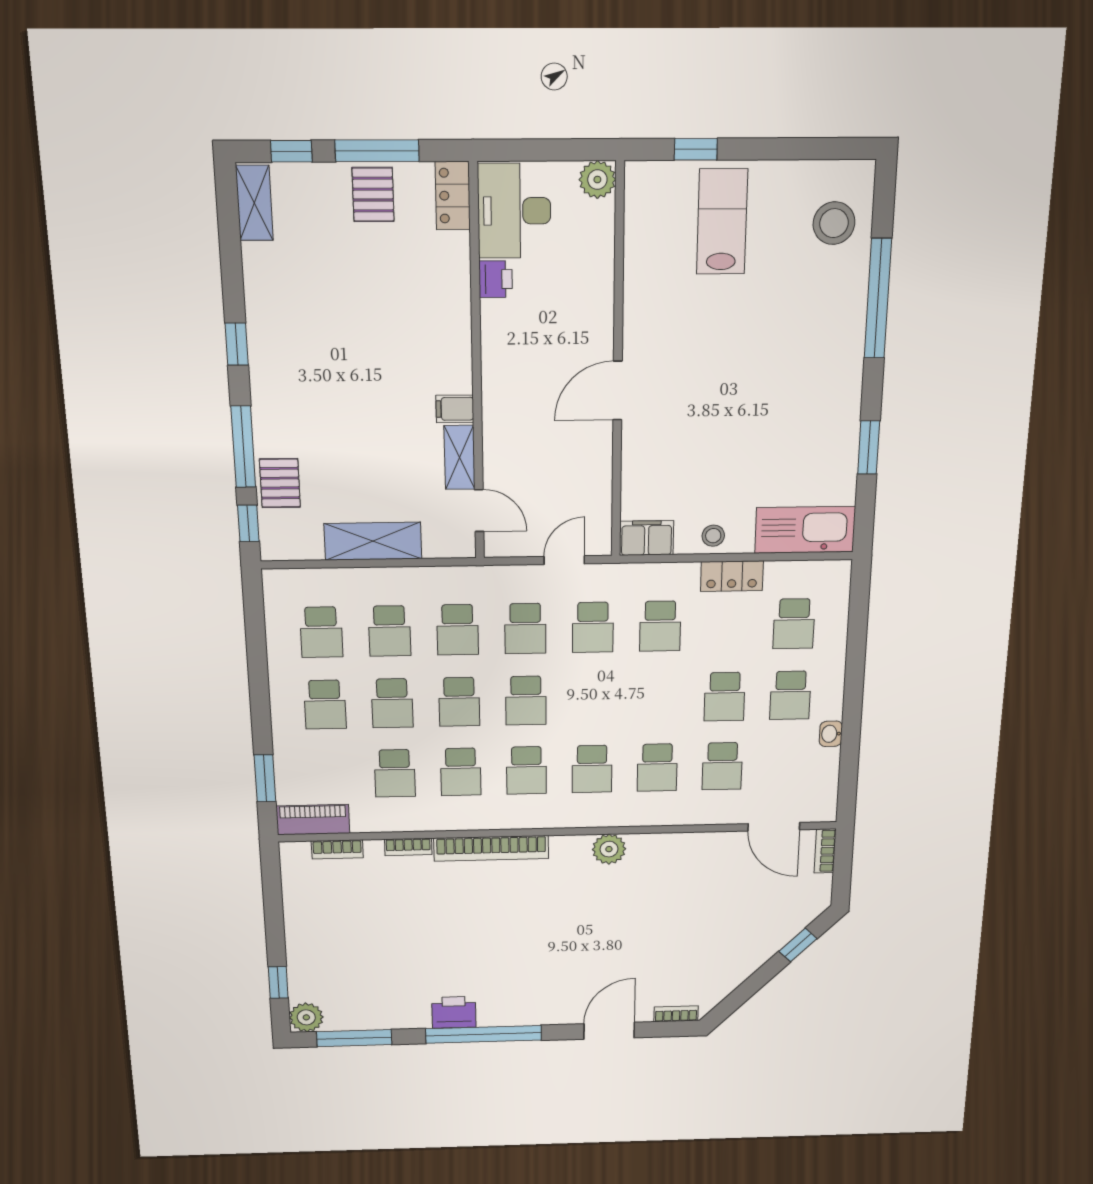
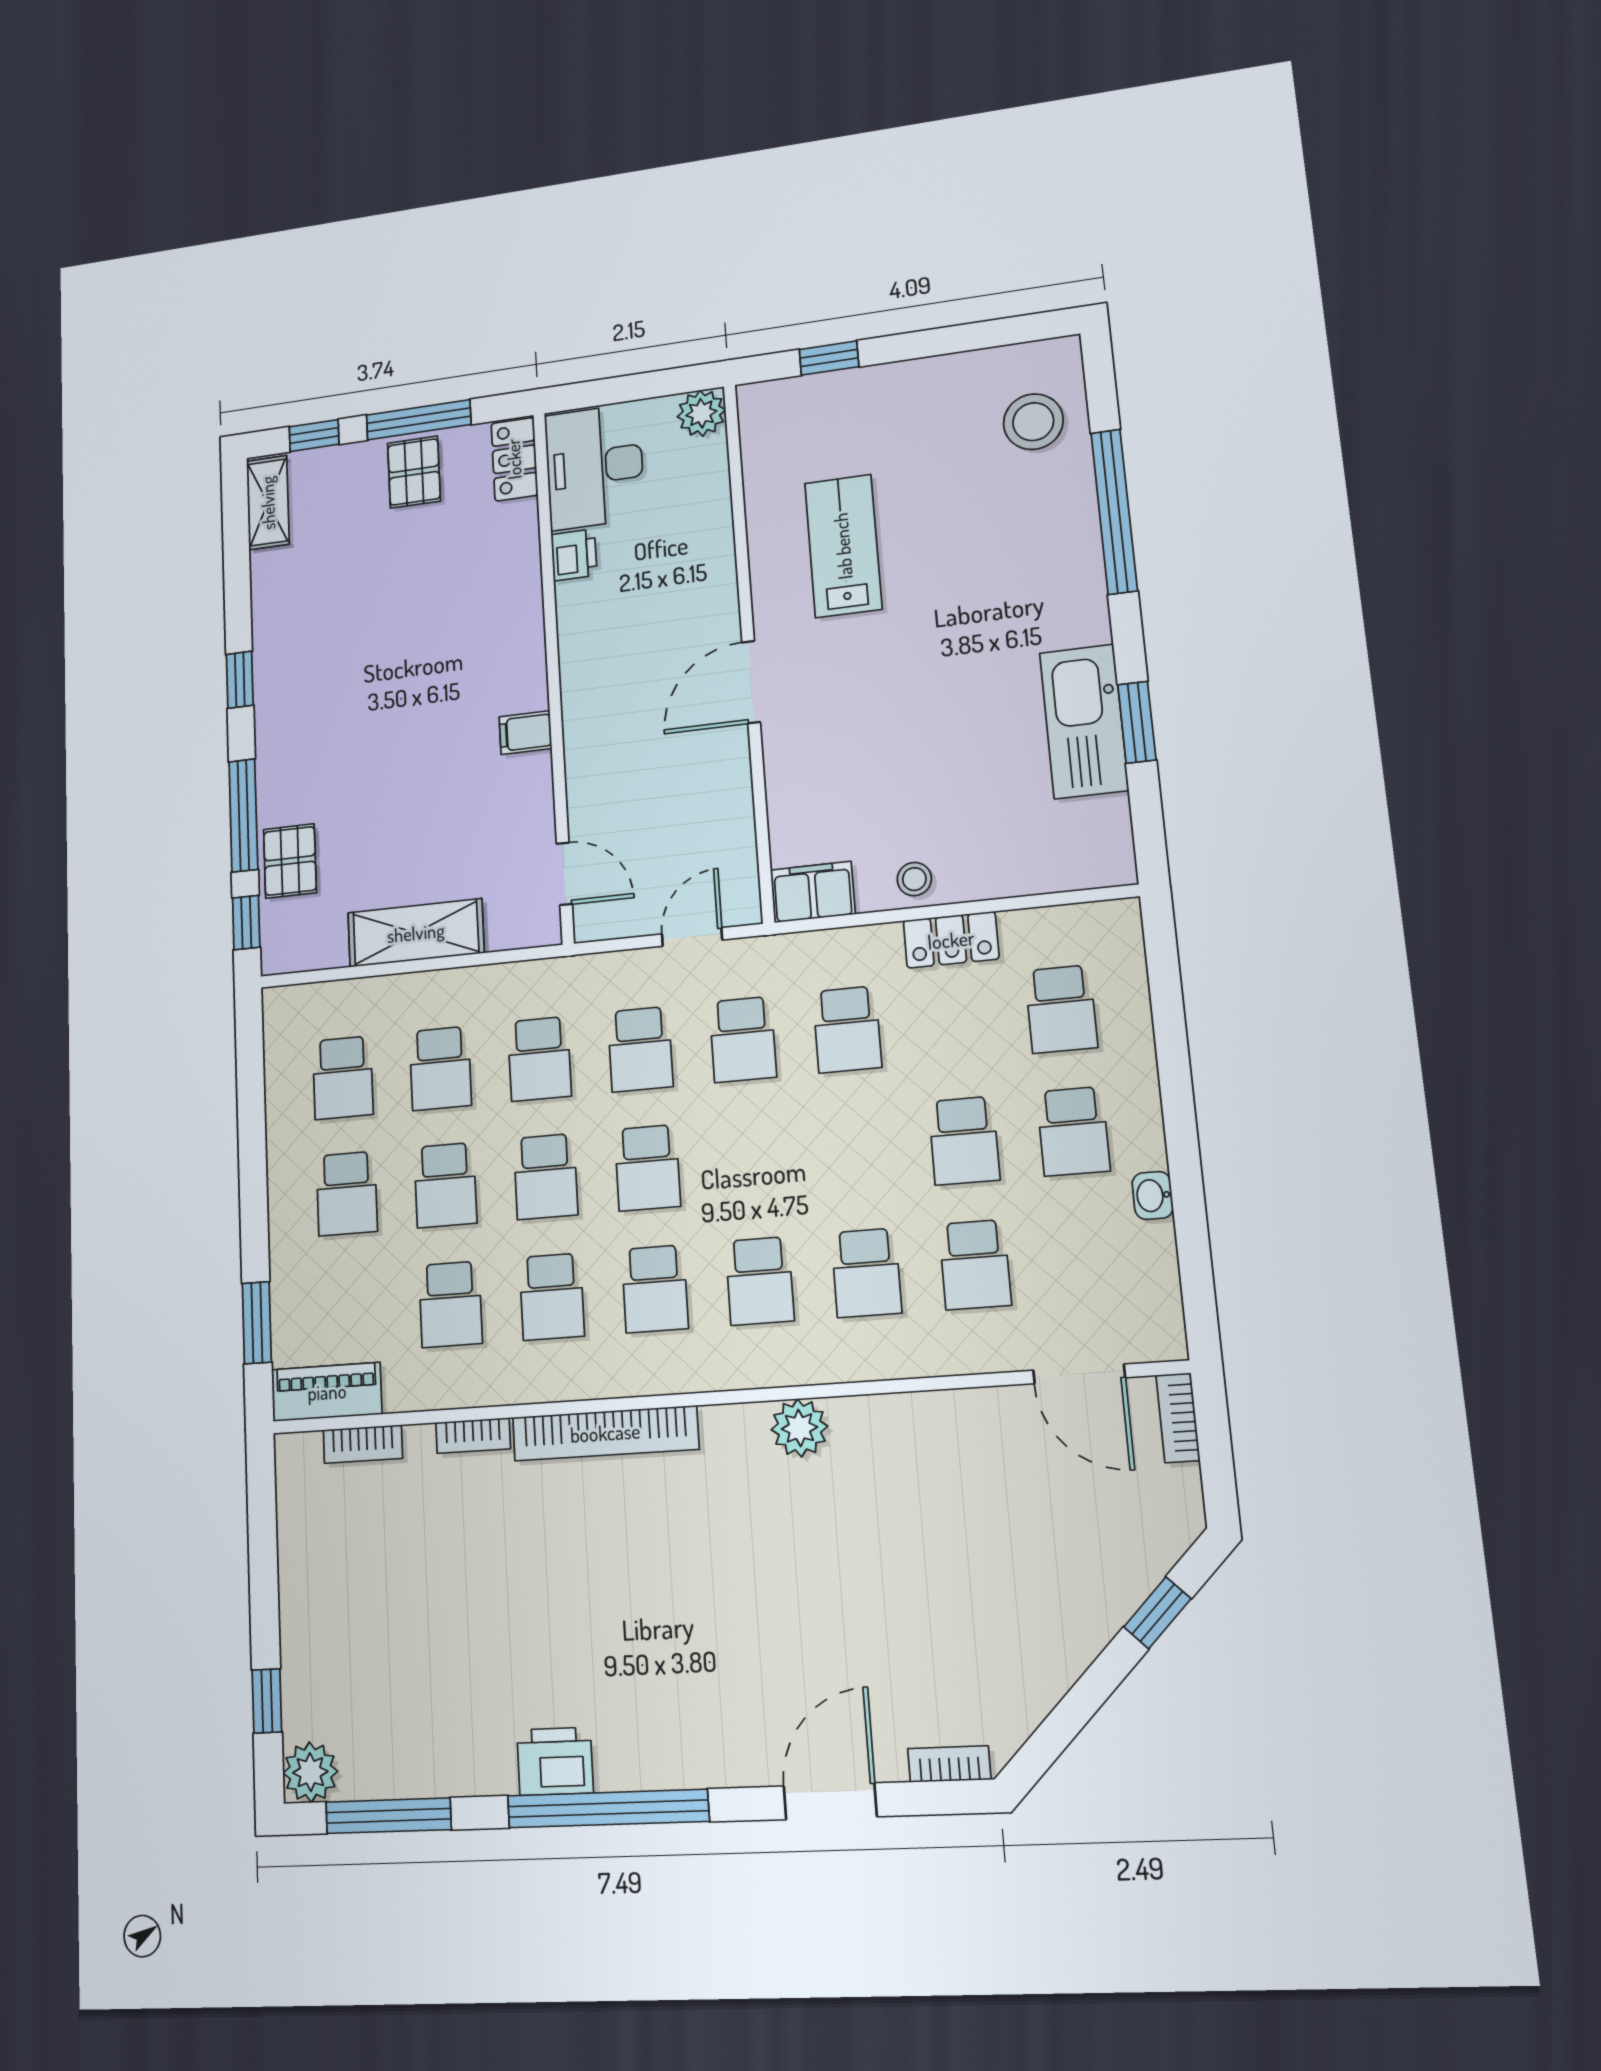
lab bench: (722, 222) -> (843, 546), moved
shelving: (460, 457) -> (534, 800), removed
kitchen sink: (805, 530) -> (1084, 721), moved, turned -90

